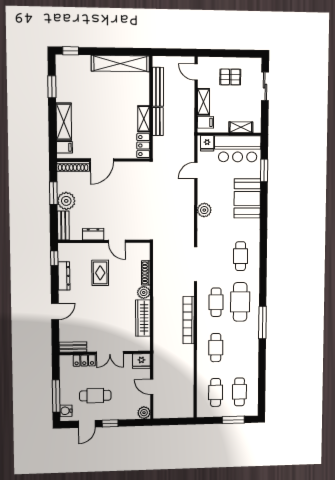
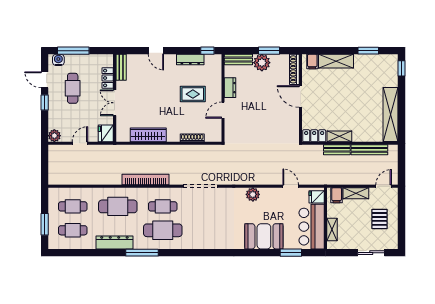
cafe table: (241, 256) -> (208, 230), removed
plant: (144, 292) -> (173, 136), removed
cafe table: (216, 348) -> (118, 206), width x1.37, depth x1.35
dresser: (252, 350) -> (114, 243), added

